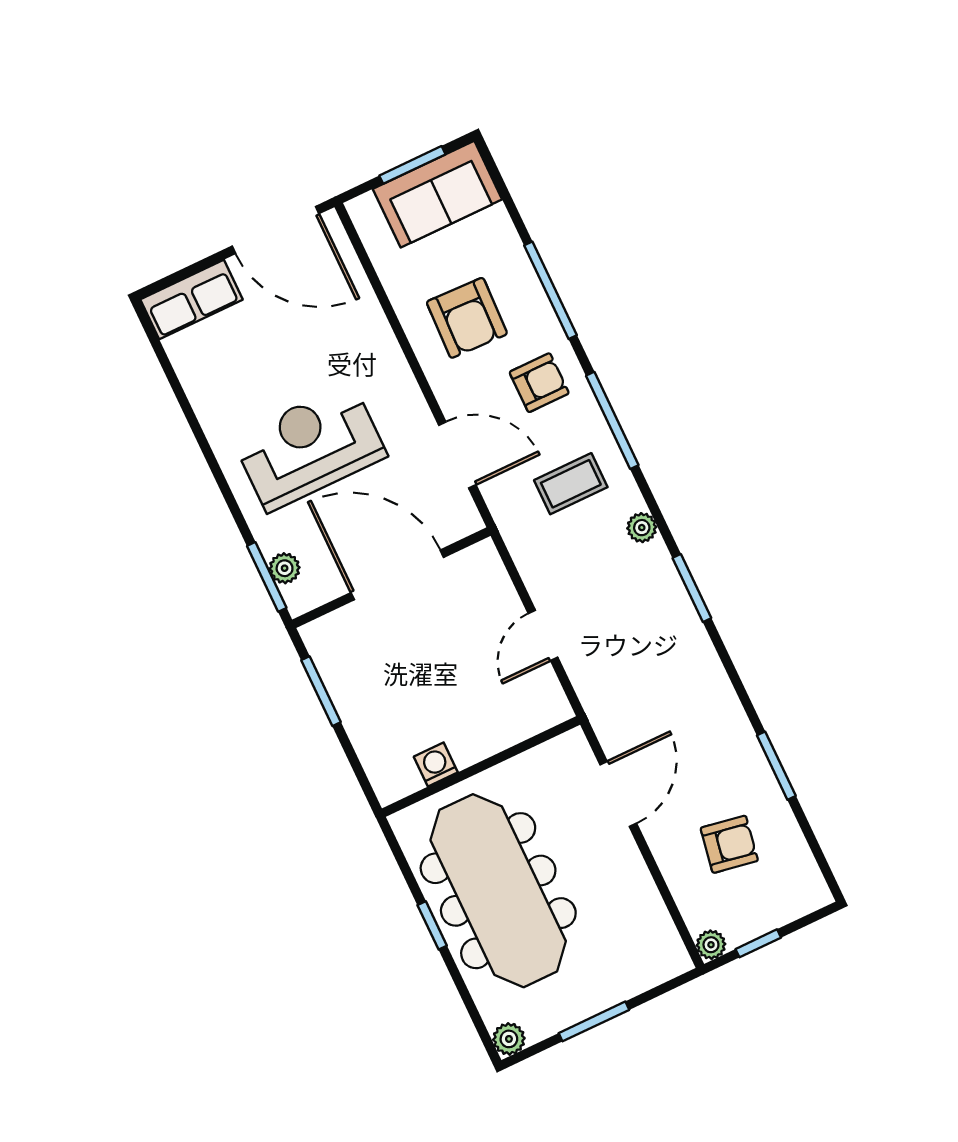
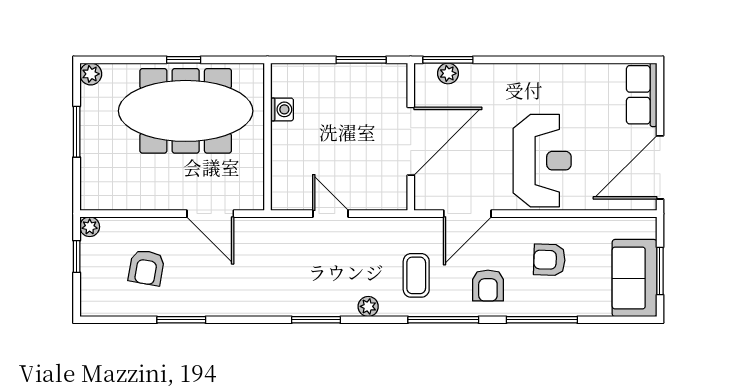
armchair: (467, 318) -> (549, 260), width x0.72, depth x0.72
reception desk: (310, 447) -> (542, 161), moved

